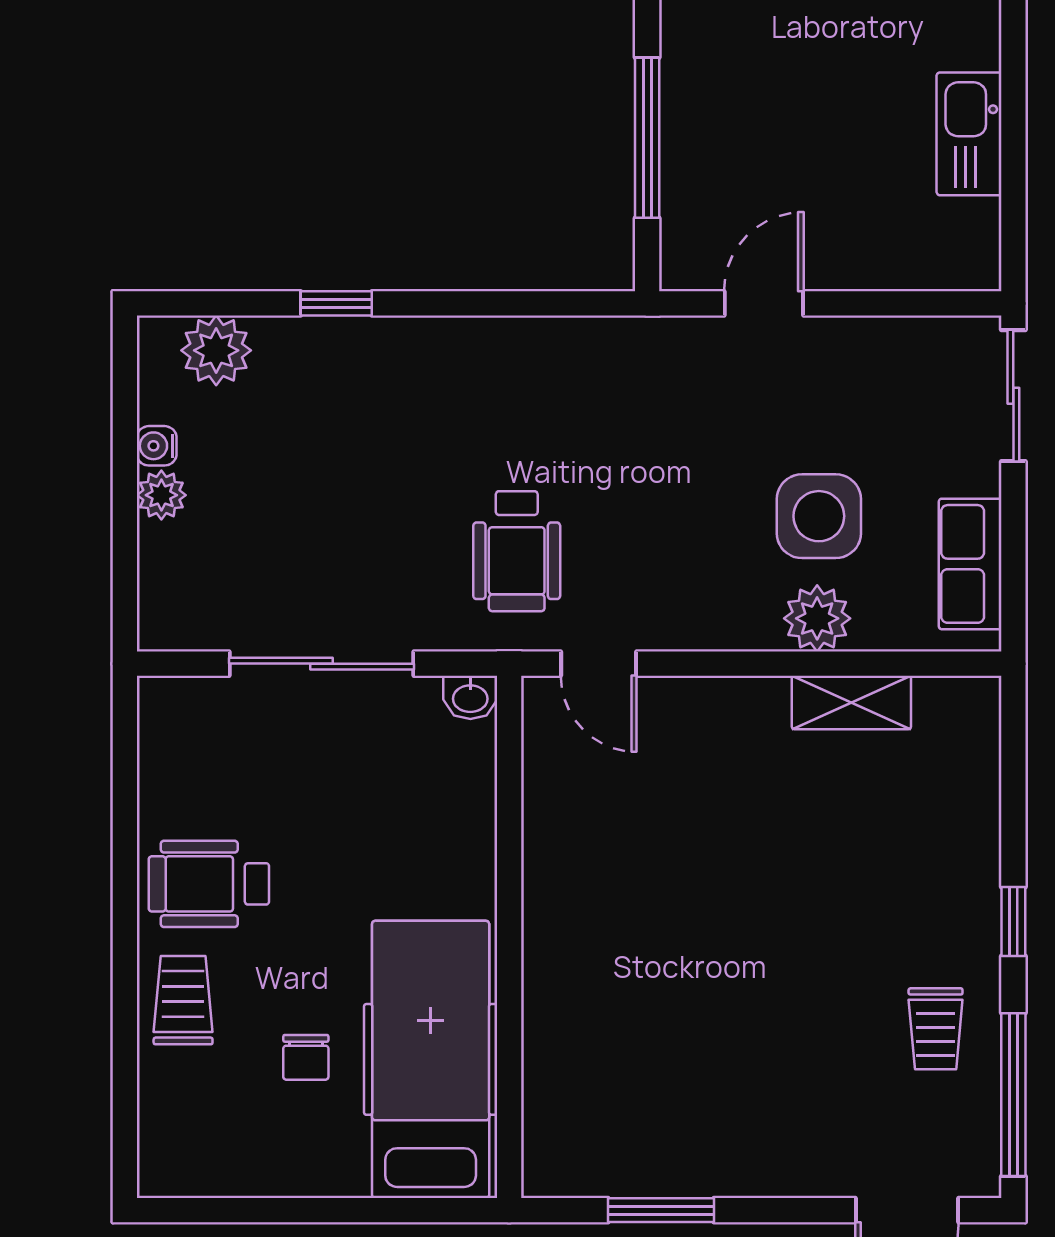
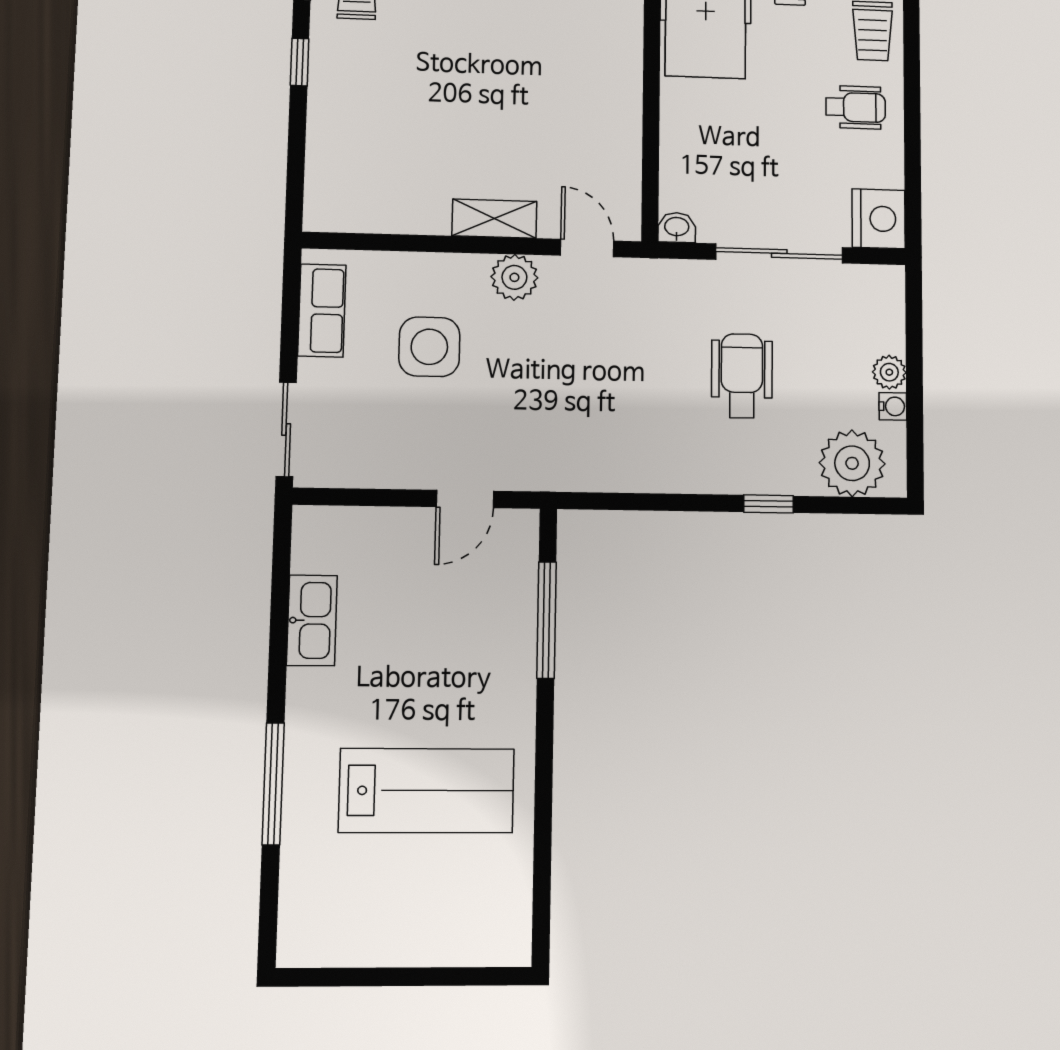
plant: (216, 350) -> (852, 463), width x1.36, depth x1.36
wheelchair: (517, 551) -> (742, 376), moved
plant: (817, 618) -> (514, 277), moved
shelving: (851, 703) -> (494, 219), moved
nightstand: (176, 719) -> (879, 219), added
wheelchair: (209, 884) -> (856, 107), width x0.73, depth x0.73

